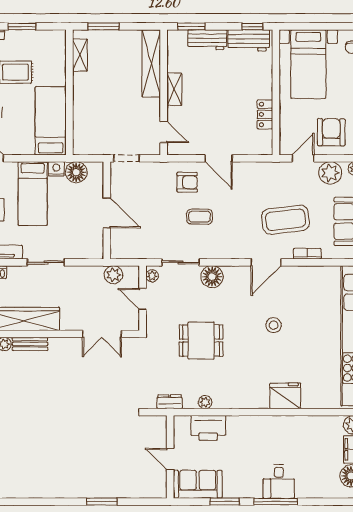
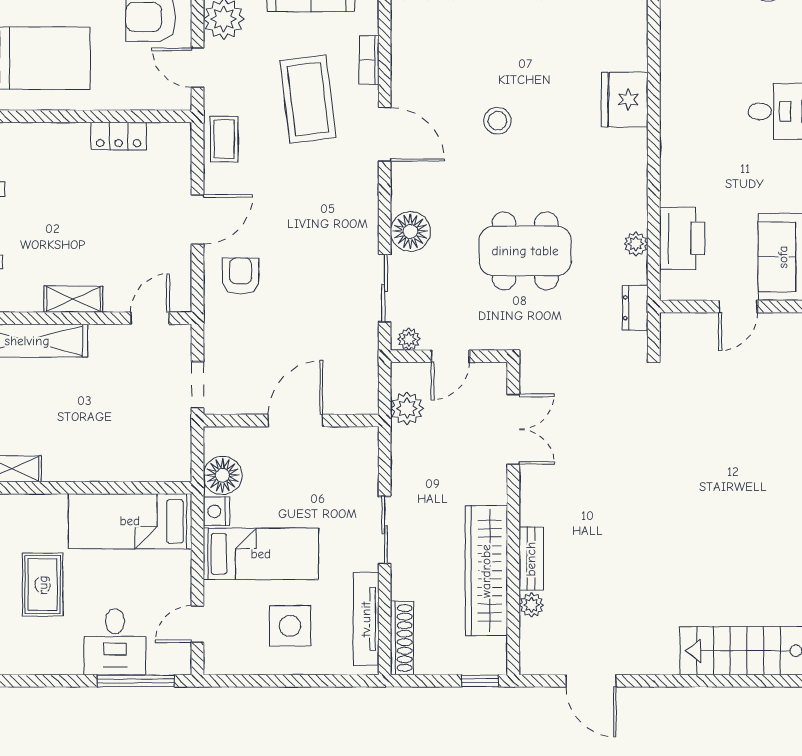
coffee table: (200, 217) -> (224, 139), moved
dining table: (201, 341) -> (525, 251), width x1.38

